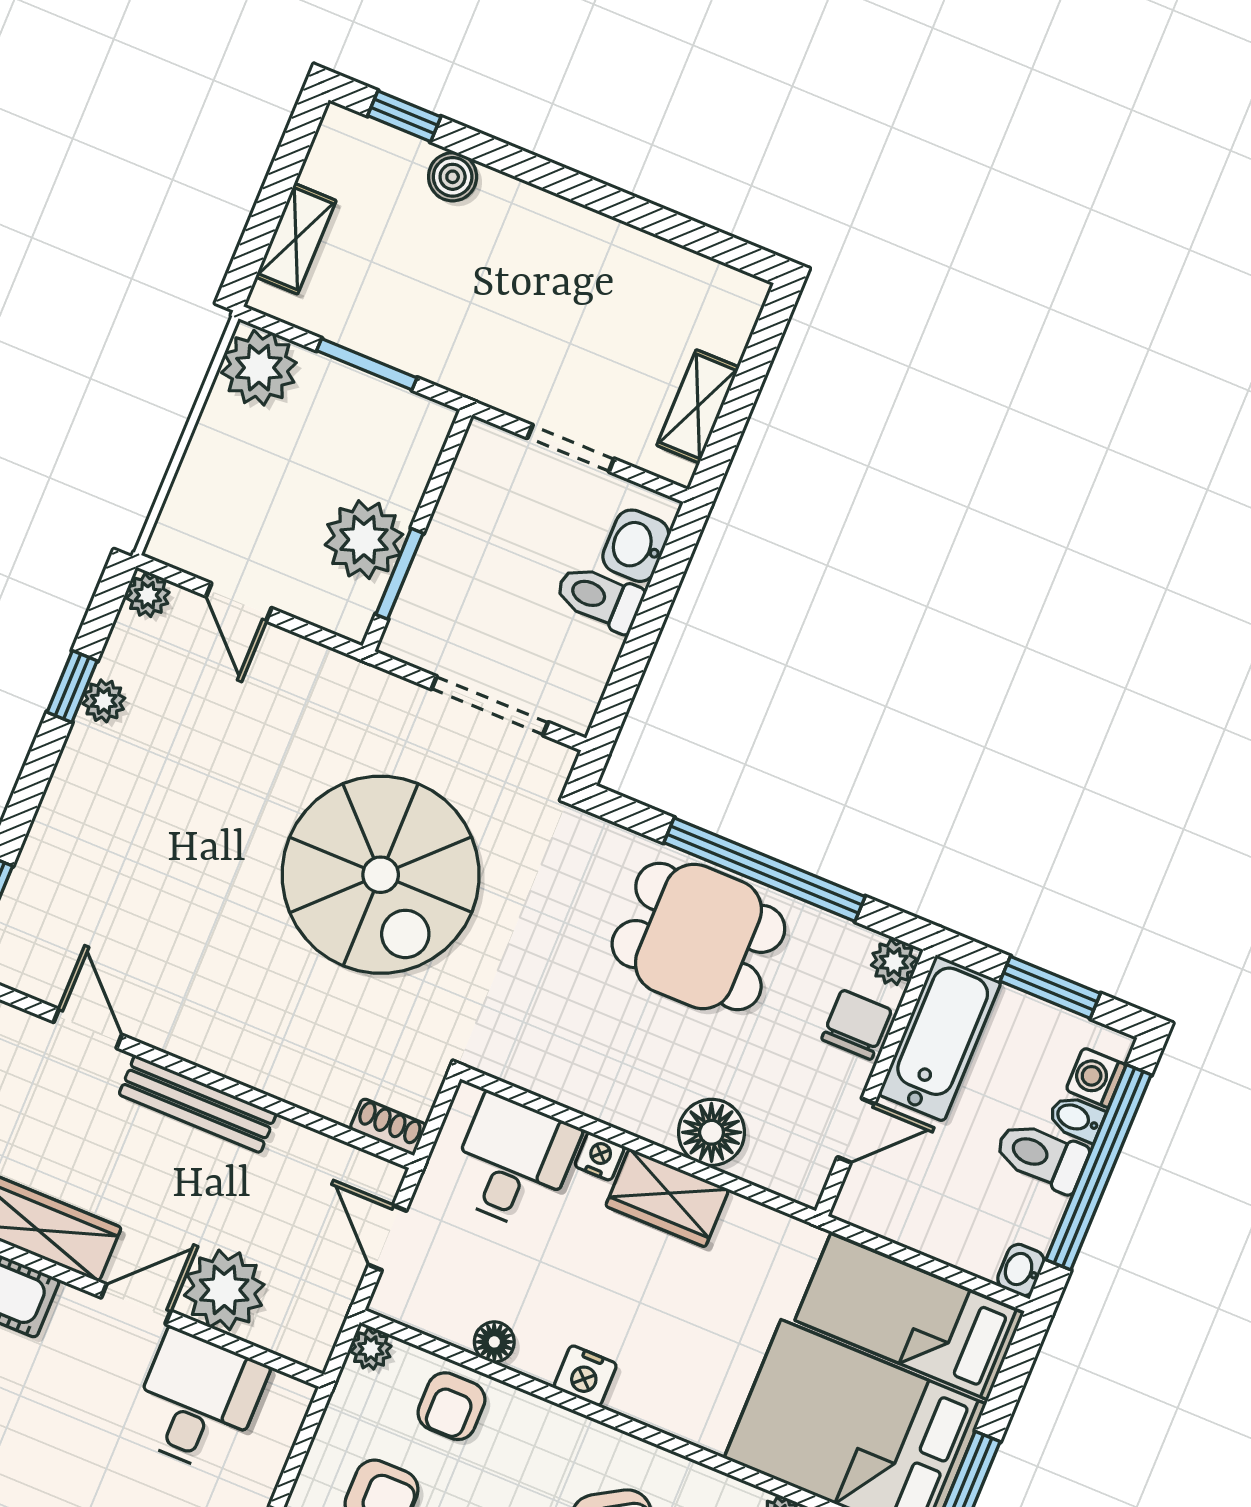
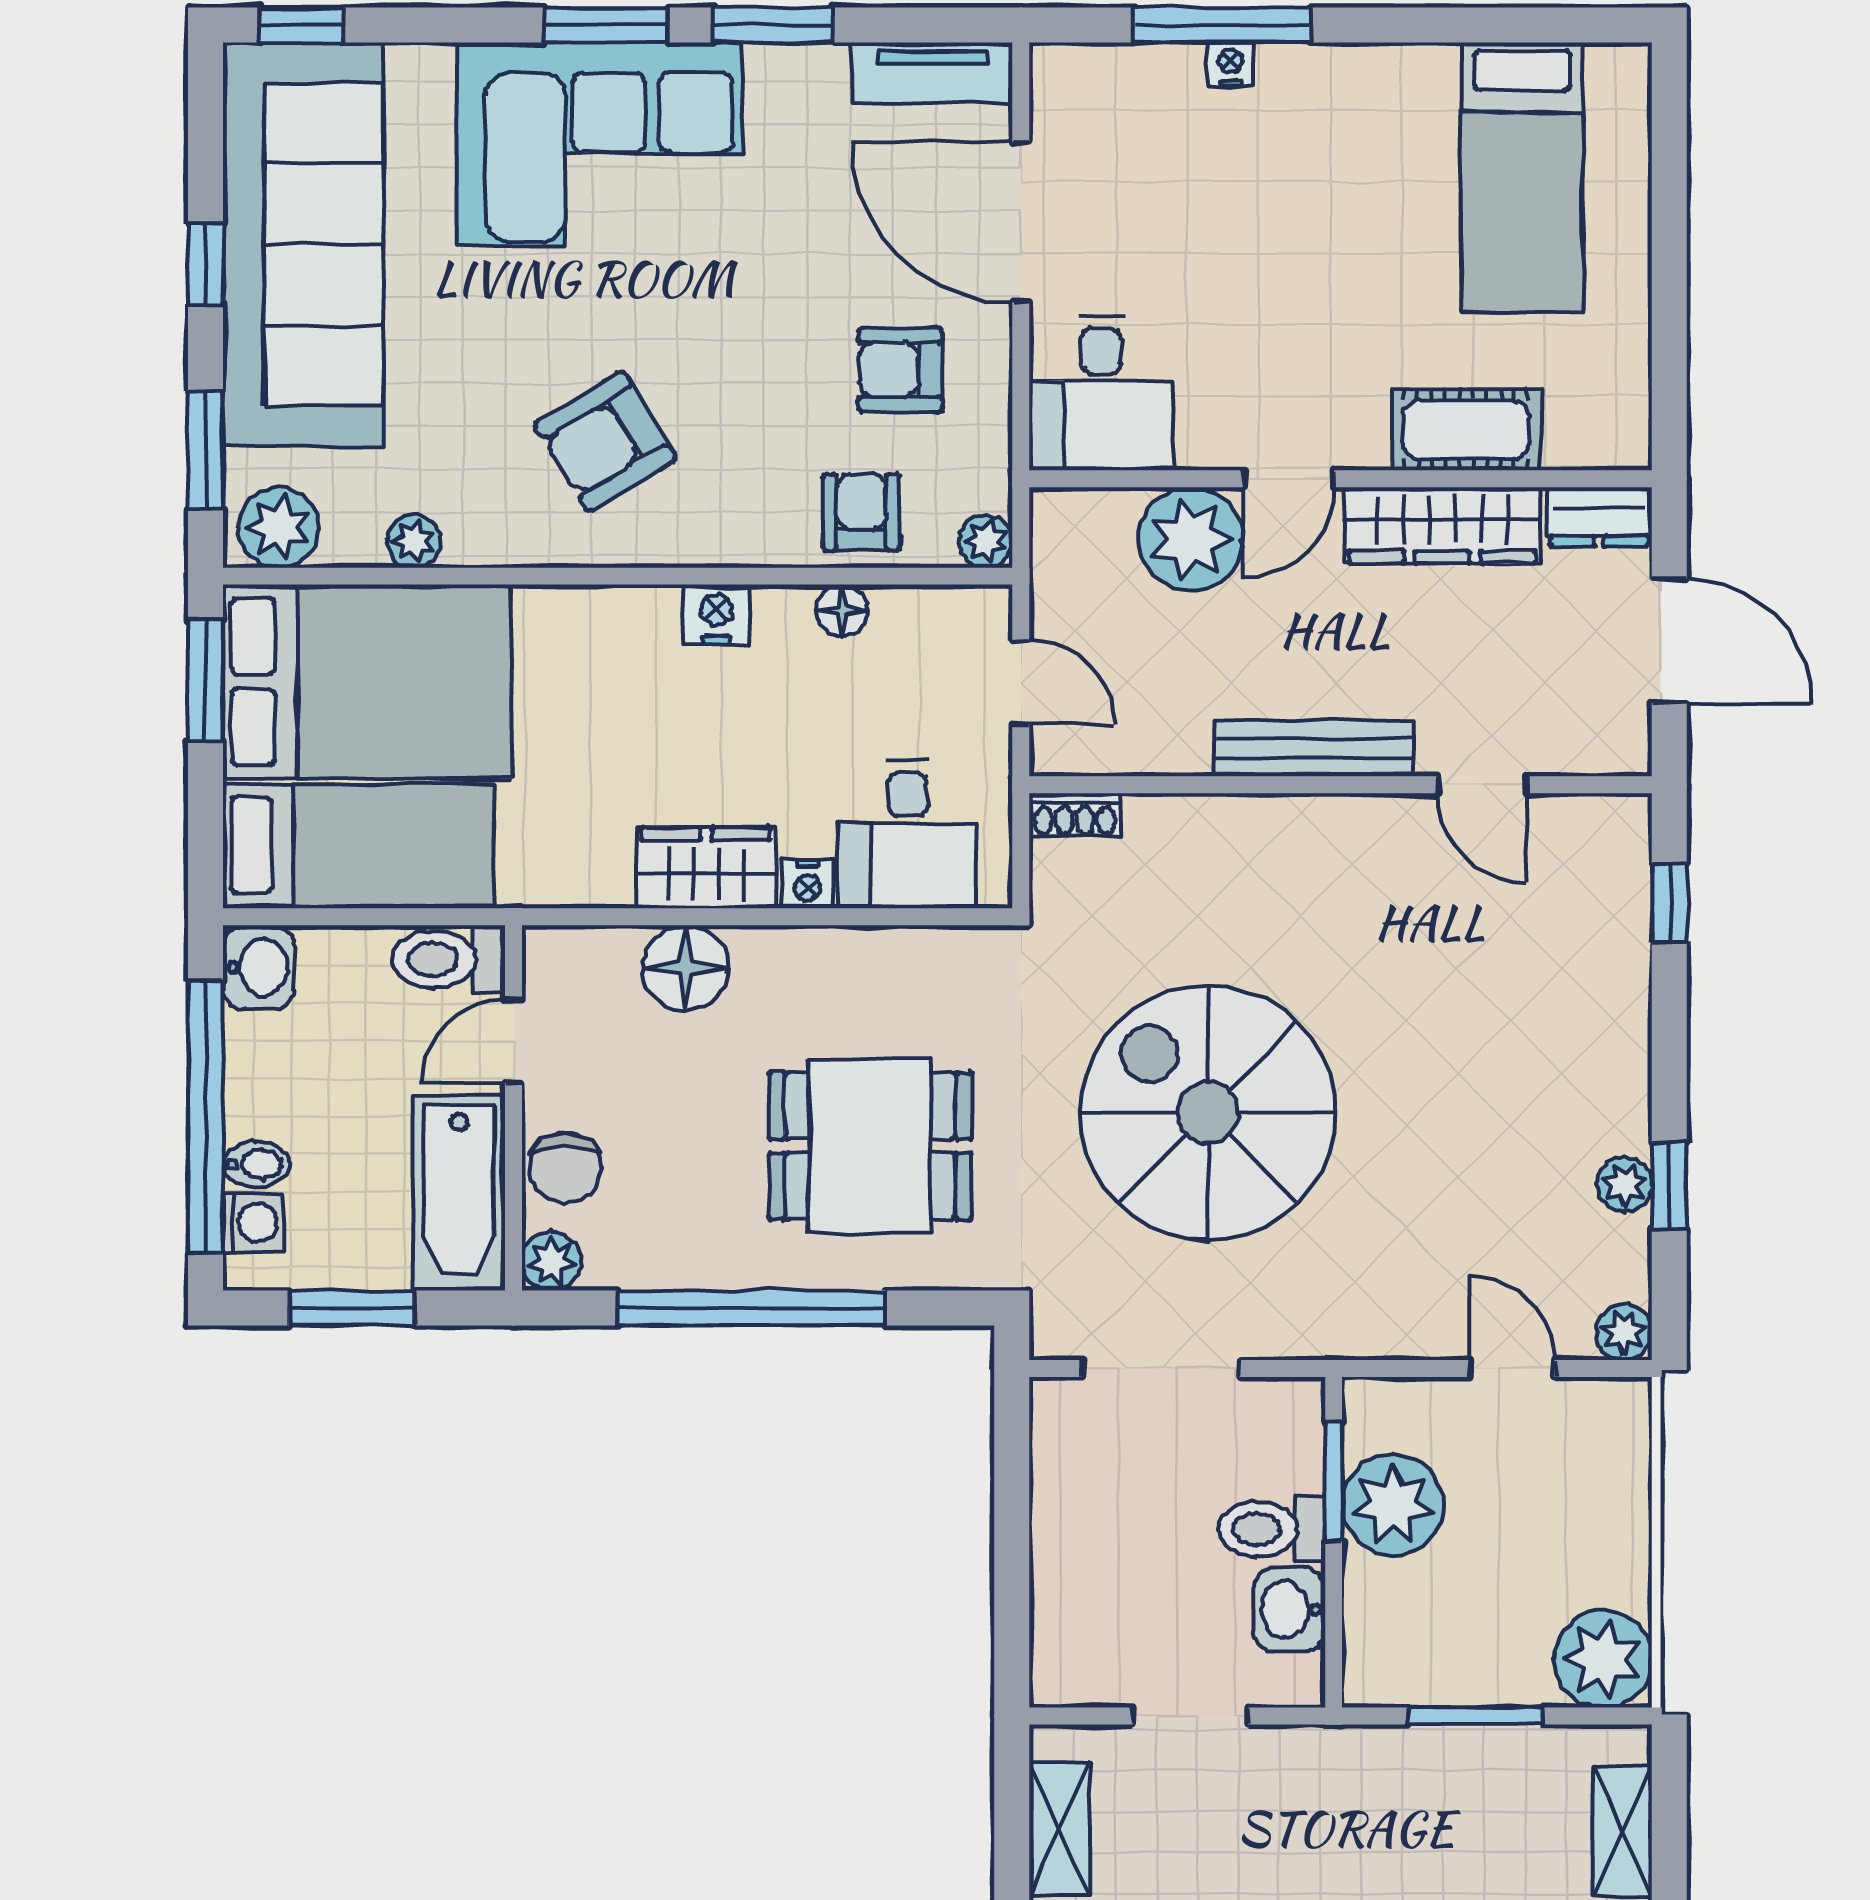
washbasin: (636, 546) -> (1290, 1610), moved, turned 180
toilet: (599, 598) -> (1272, 1529), moved, turned 180
dining table: (698, 936) -> (870, 1146), moved
toilet: (1041, 1156) -> (449, 959), moved, turned 180
washbasin: (1021, 1270) -> (259, 967), width x1.38, depth x1.45
desk: (198, 1401) -> (1101, 393), moved

